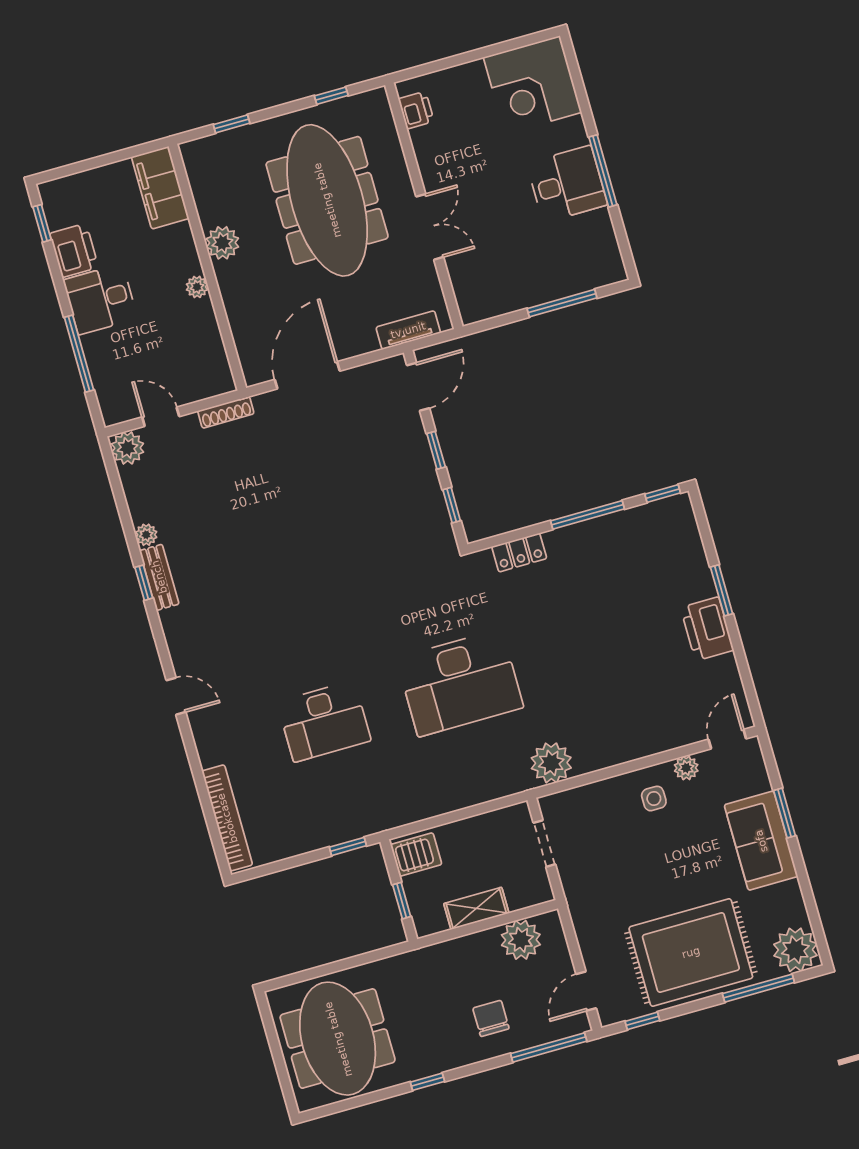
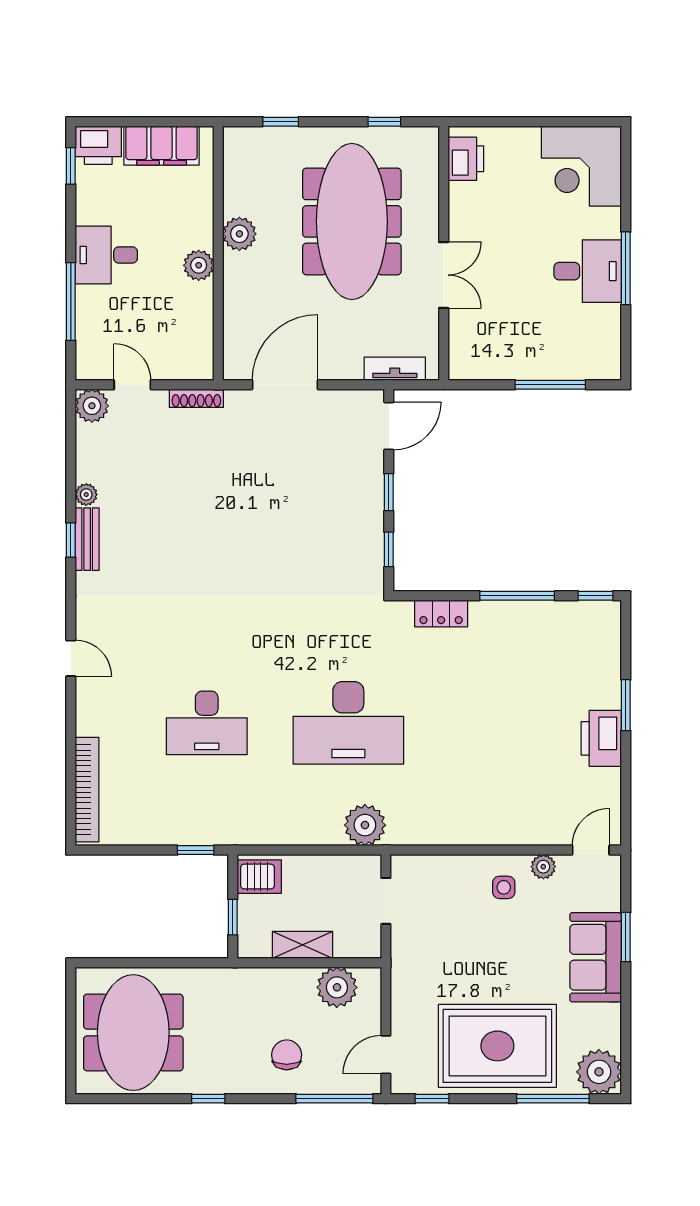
printer: (416, 110) -> (466, 159), width x1.36, depth x1.24
filing cabinet: (160, 188) -> (161, 146), moved, turned -90
printer: (74, 250) -> (98, 145), moved, turned 90
plant: (197, 287) -> (199, 265), width x1.38, depth x1.38
plant: (551, 763) -> (365, 825), moved

